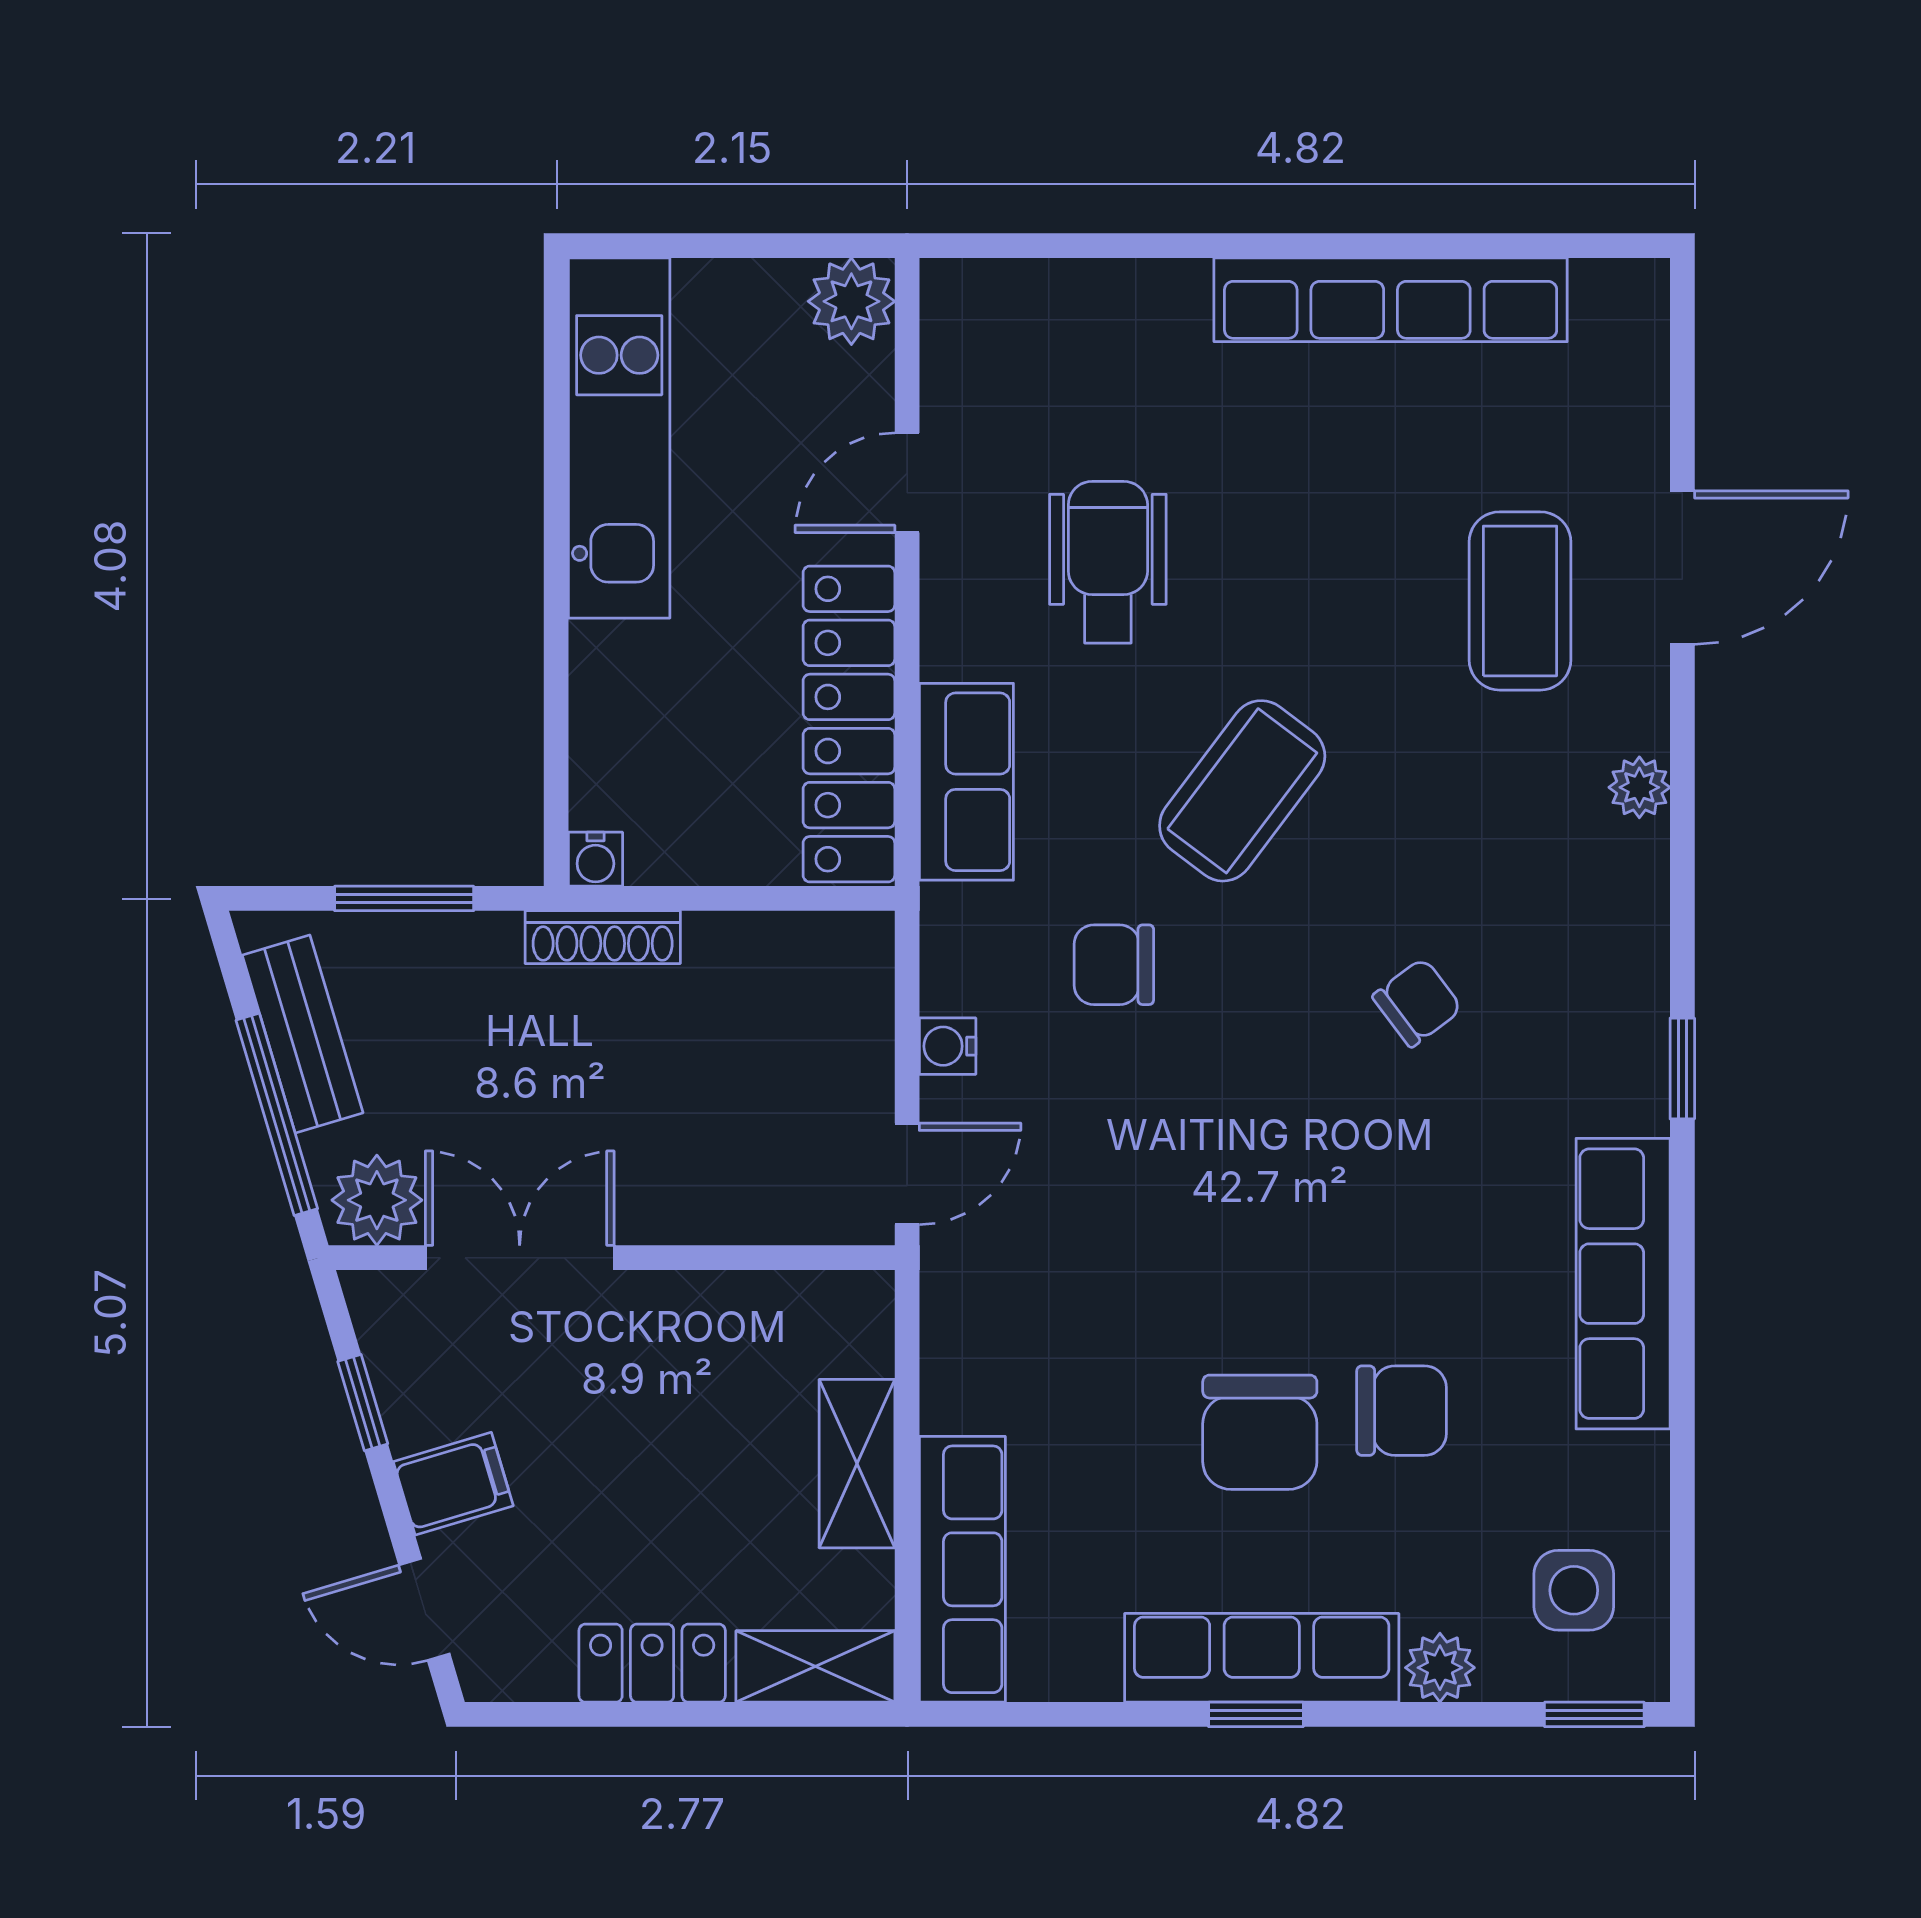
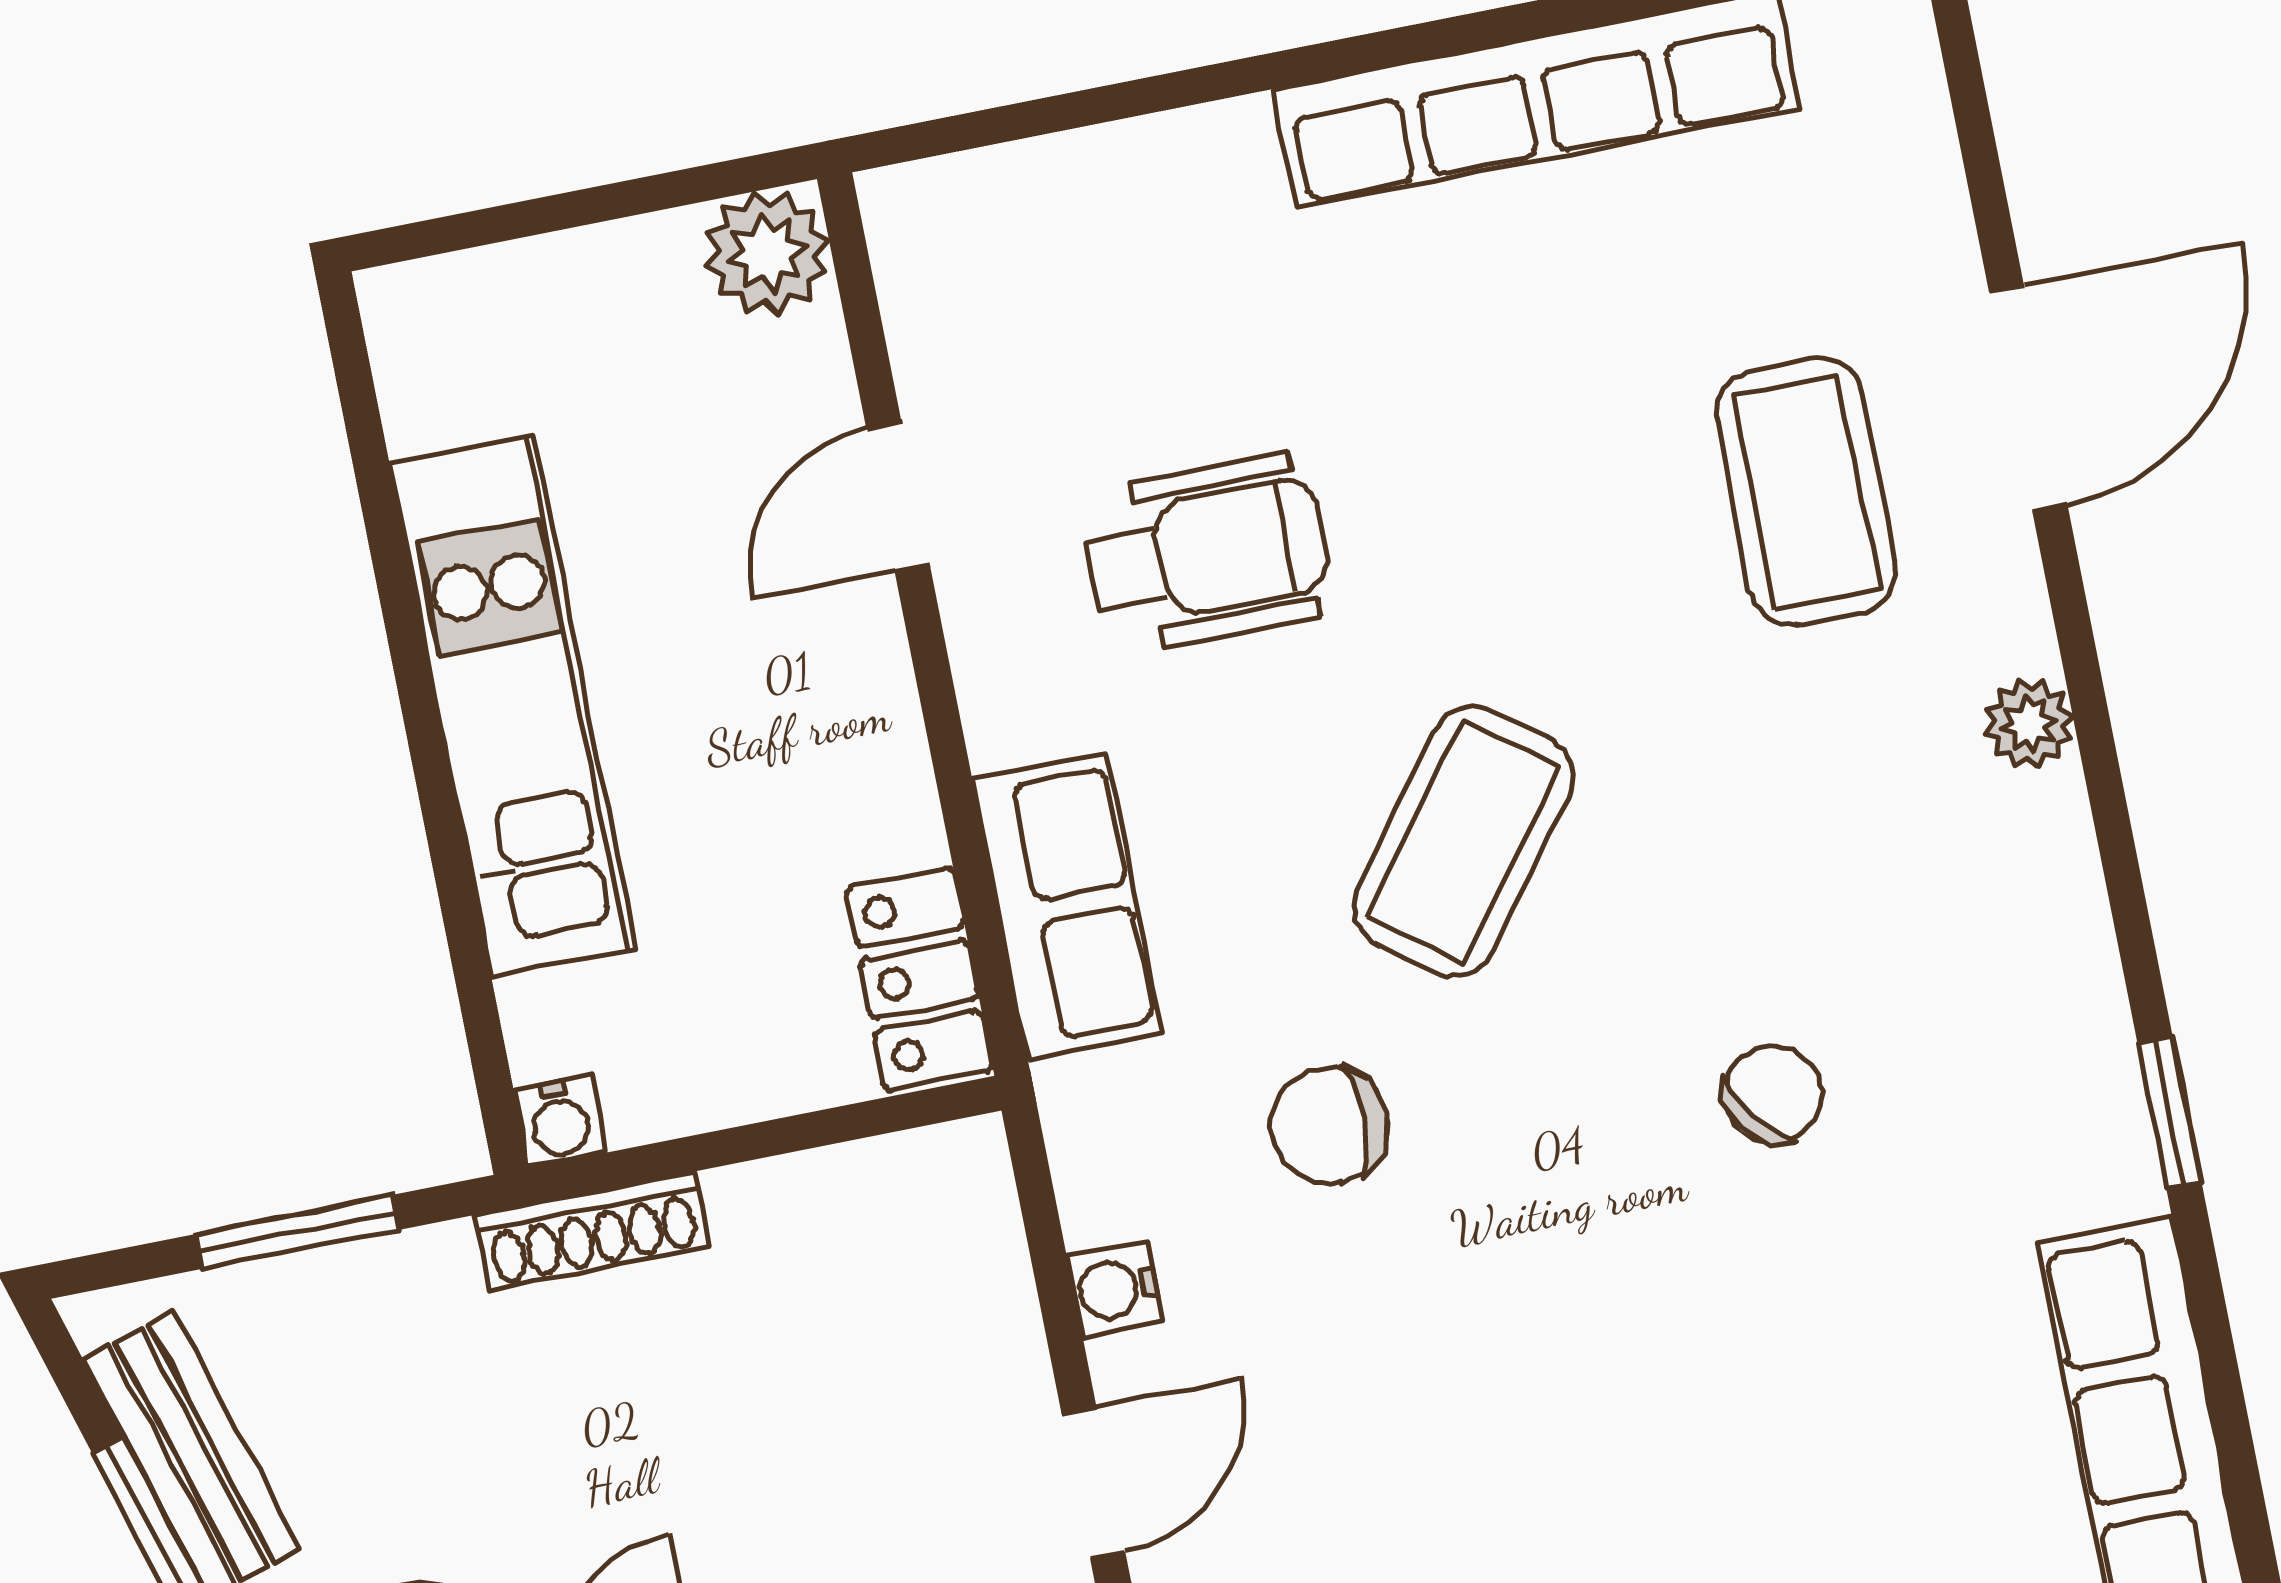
kitchen unit: (619, 438) -> (513, 706), moved
wheelchair: (1108, 562) -> (1207, 553), turned 90
locker: (849, 724) -> (919, 979), width x0.46, depth x0.83

